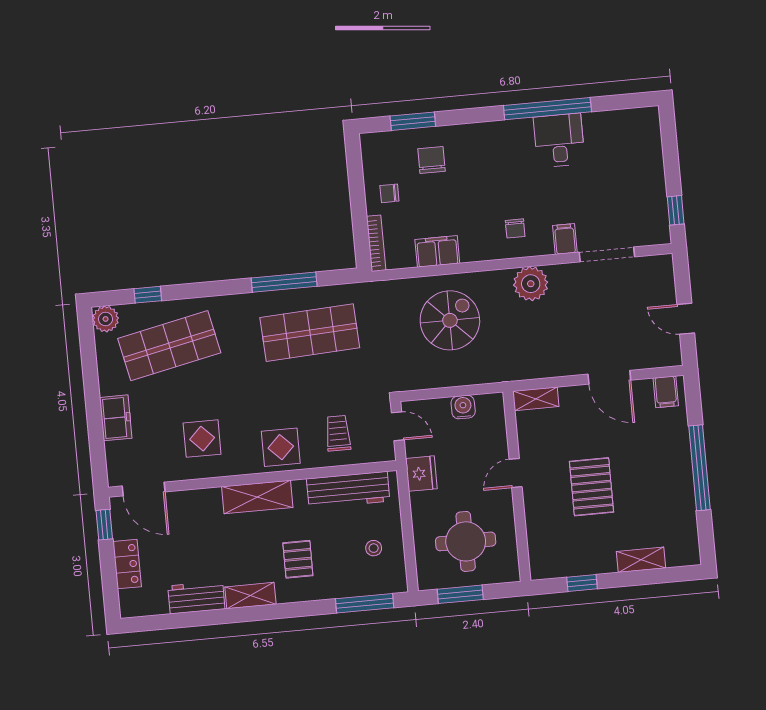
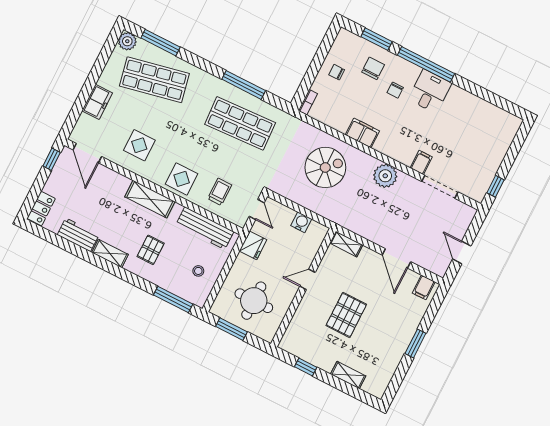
window: (547, 109) -> (426, 64), moved
desk: (559, 140) -> (430, 91), moved
chair: (515, 228) -> (395, 90), moved
bookcase: (376, 243) -> (308, 102), width x0.64
filing cabinet: (437, 251) -> (362, 133), moved
window: (148, 295) -> (160, 43), width x2.17
window: (700, 468) -> (415, 343), width x0.47
locker: (127, 564) -> (41, 209), moved

